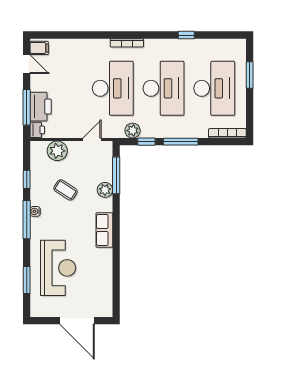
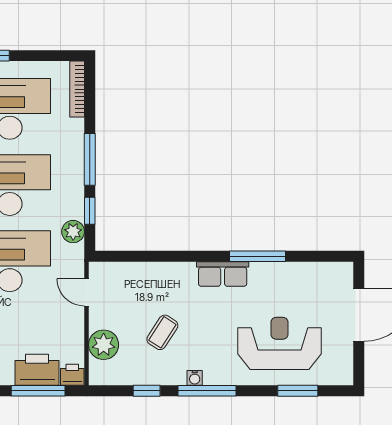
window: (116, 175) -> (258, 256), moved
plant: (105, 190) -> (162, 273), removed

